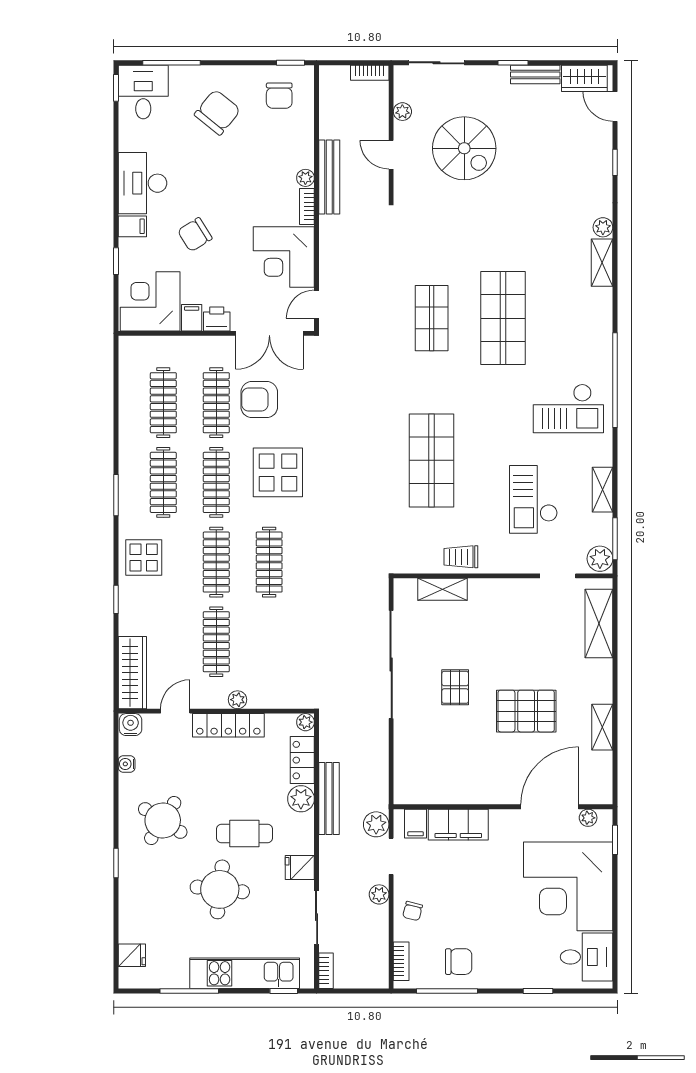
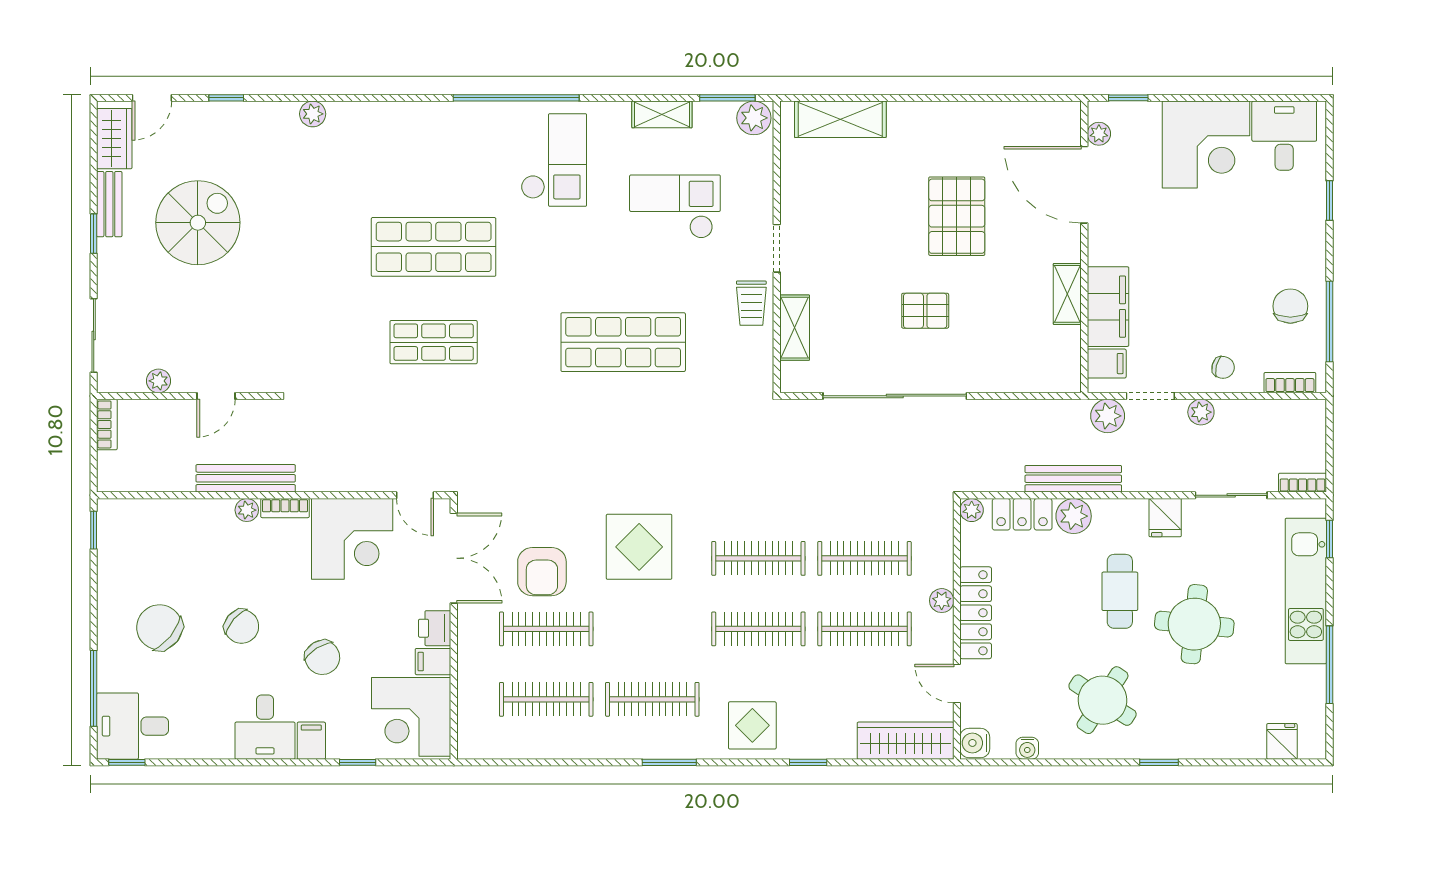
chair: (279, 96) -> (242, 626), moved, turned 41
spiral stairs: (464, 148) -> (198, 223), moved
desk: (142, 183) -> (265, 727), width x0.73
shelving: (602, 263) -> (360, 115), removed
clothes rail: (216, 482) -> (864, 558), moved
checkout: (533, 499) -> (675, 207), turned 180
doorway: (558, 576) -> (777, 248), moved
shelving: (602, 727) -> (1067, 294), moved, turned 90
corner desk: (568, 886) -> (1206, 145), width x0.74, depth x0.74

